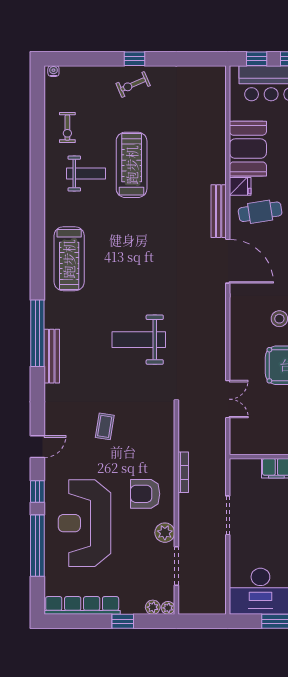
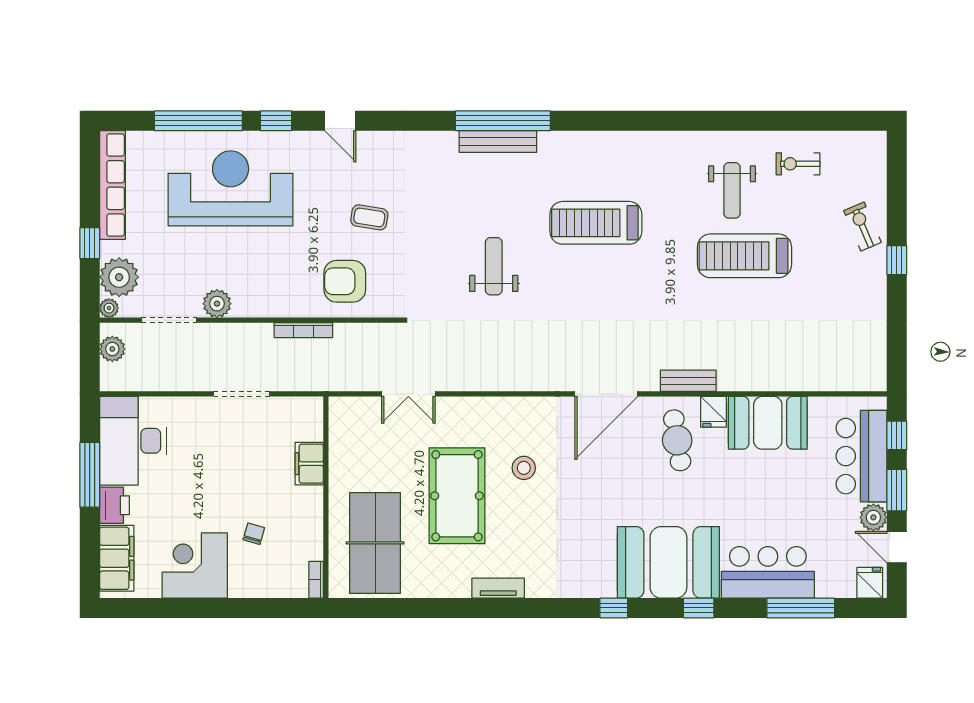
water cooler: (53, 71) -> (879, 144), removed
exercise bike: (133, 85) -> (862, 226), moved
treadmill: (132, 165) -> (744, 256), turned 180
bench: (219, 211) -> (688, 381), width x0.73
treadmill: (69, 259) -> (596, 223), moved
weight bench: (139, 340) -> (494, 266), width x0.73, depth x0.75
bench: (52, 356) -> (498, 142), moved
armchair: (145, 494) -> (345, 281), moved, turned -90
plant: (196, 606) -> (112, 349), added
plant: (153, 607) -> (119, 277), width x1.87, depth x1.87

